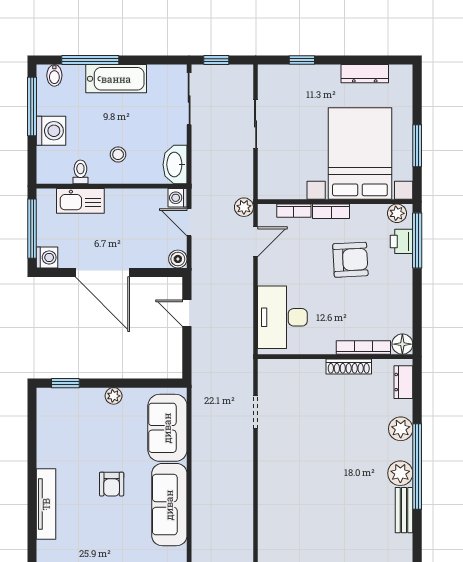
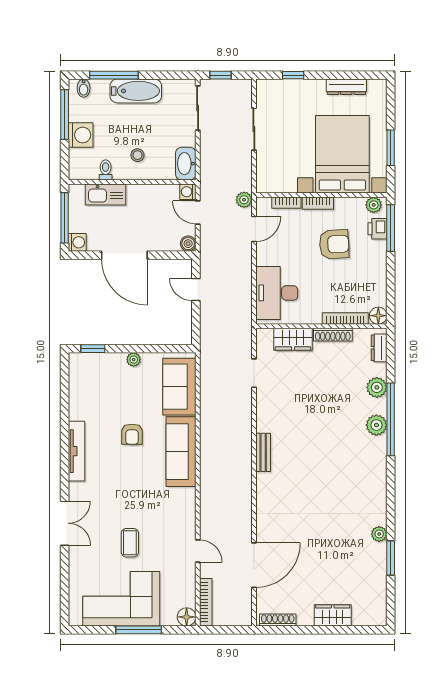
wardrobe: (302, 372) -> (293, 339), added
bench: (404, 510) -> (263, 452), moved

